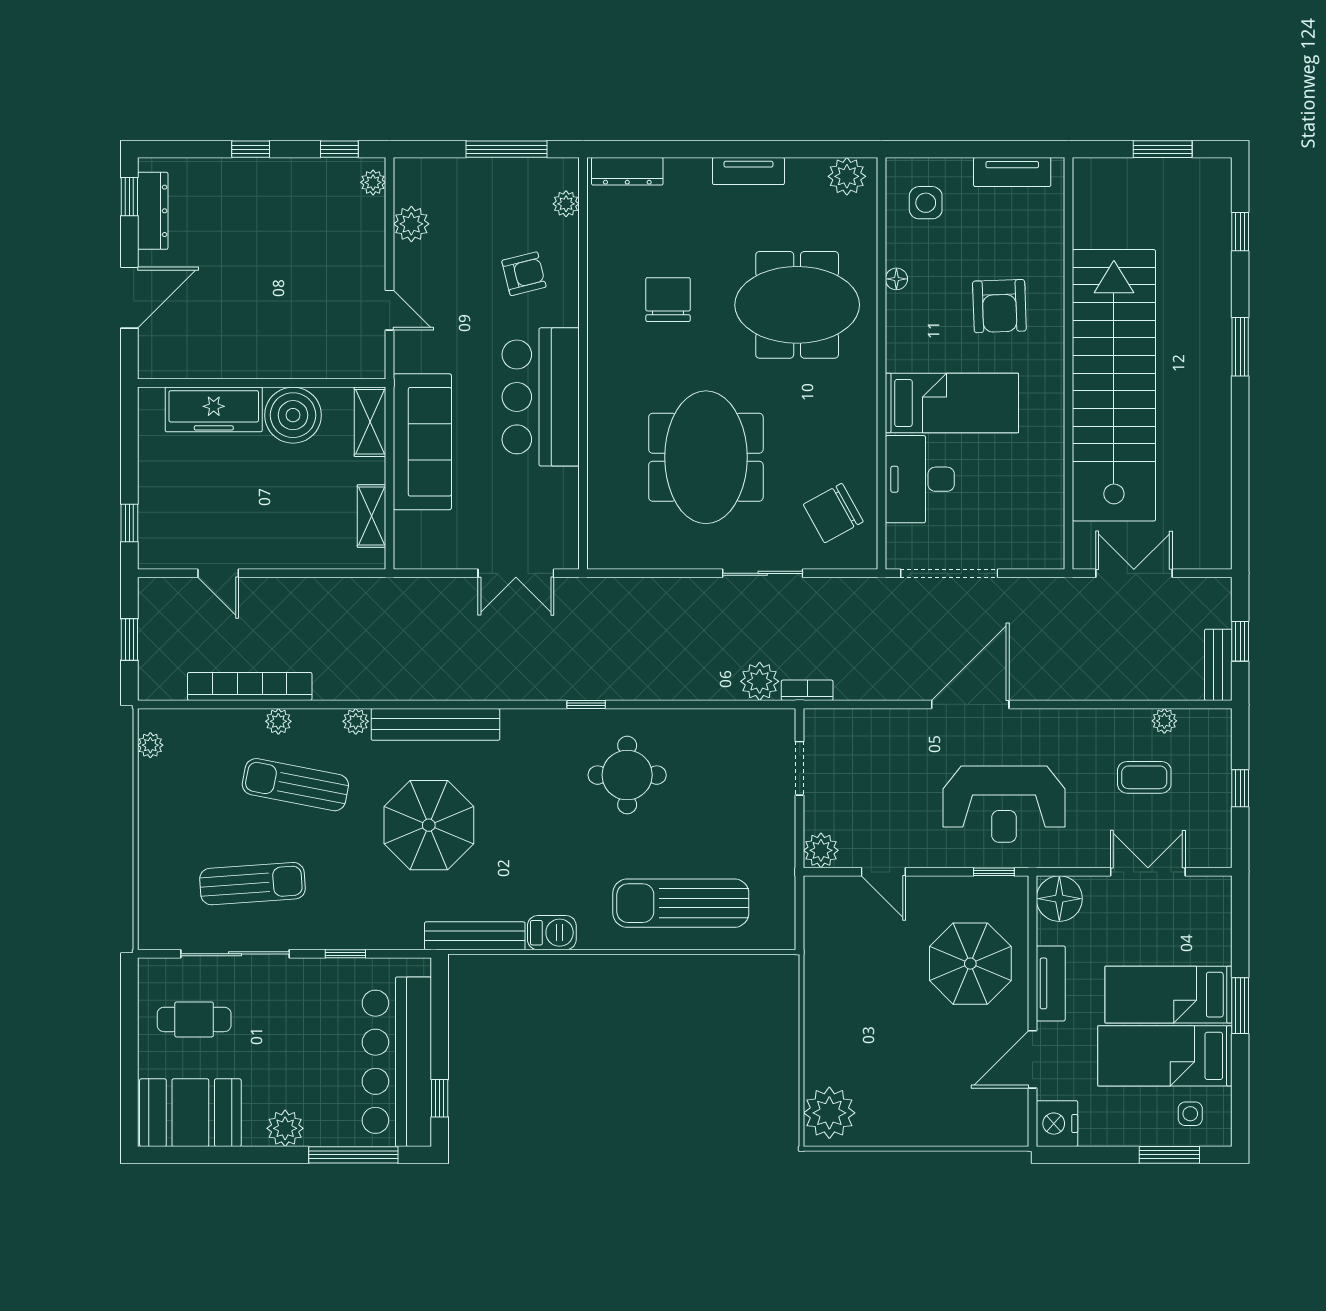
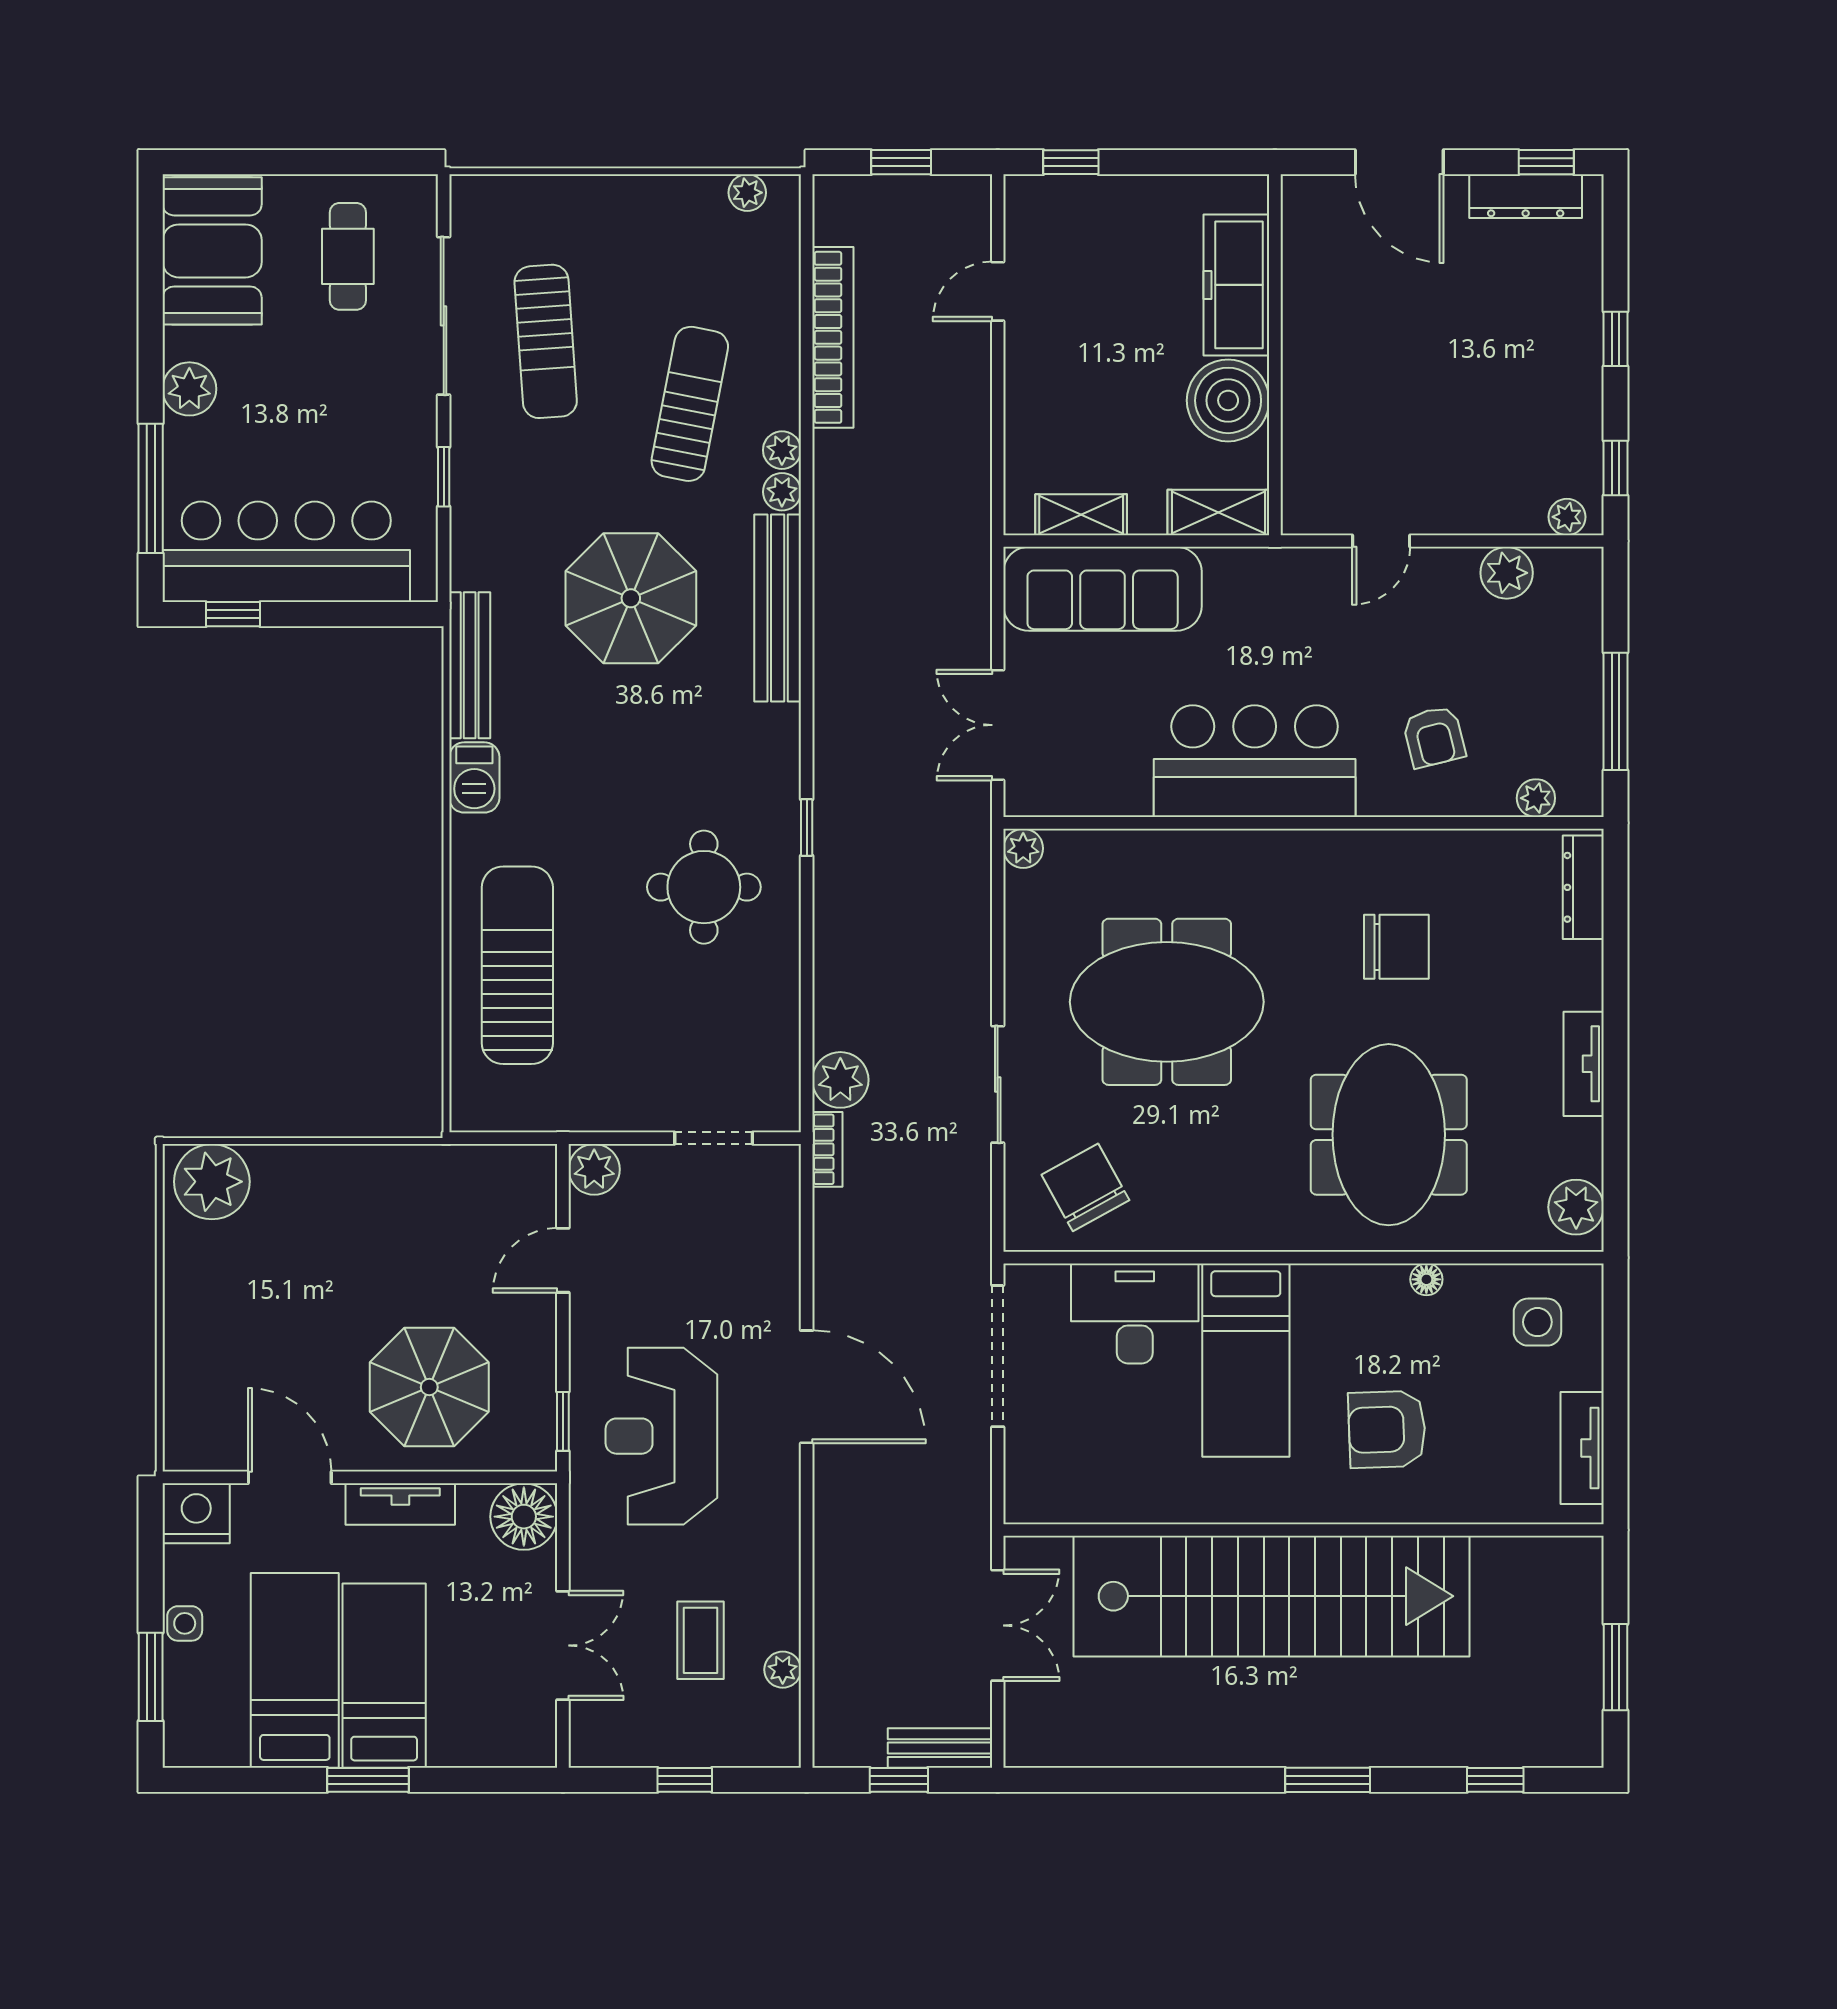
sofa: (422, 442) -> (1103, 589), moved
plant: (601, 556) -> (1023, 848), added
bench: (1218, 665) -> (940, 1748), moved
plant: (278, 721) -> (782, 450), moved
side table: (1190, 1114) -> (185, 1623), moved

